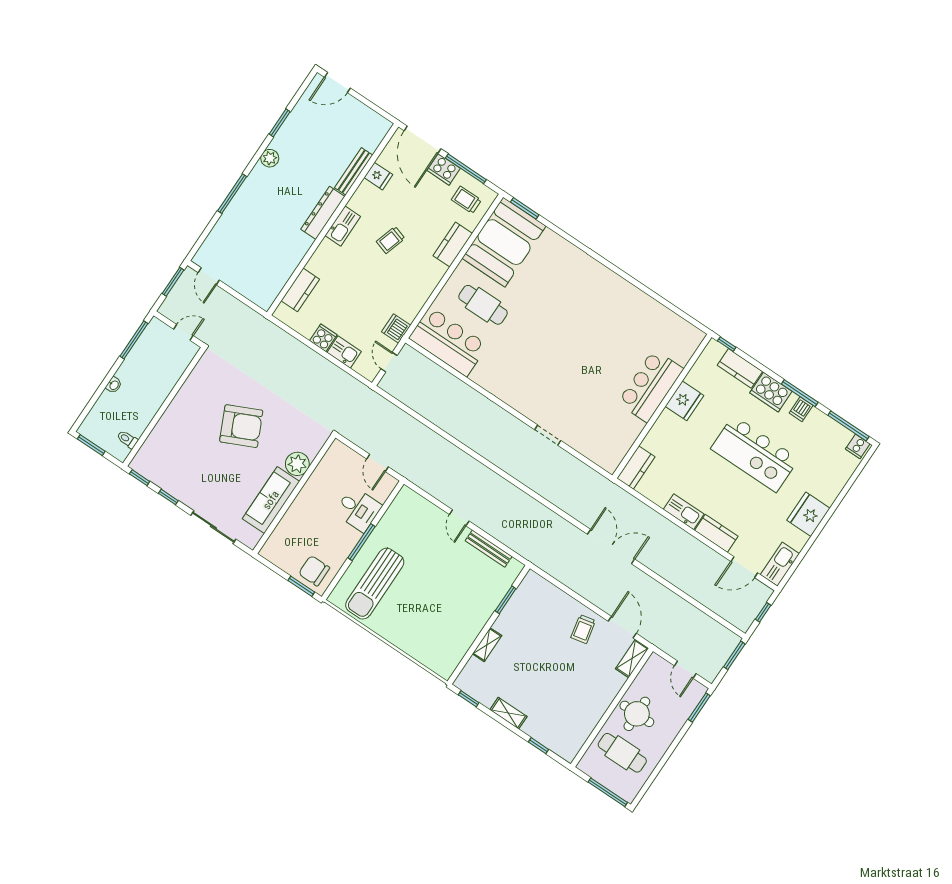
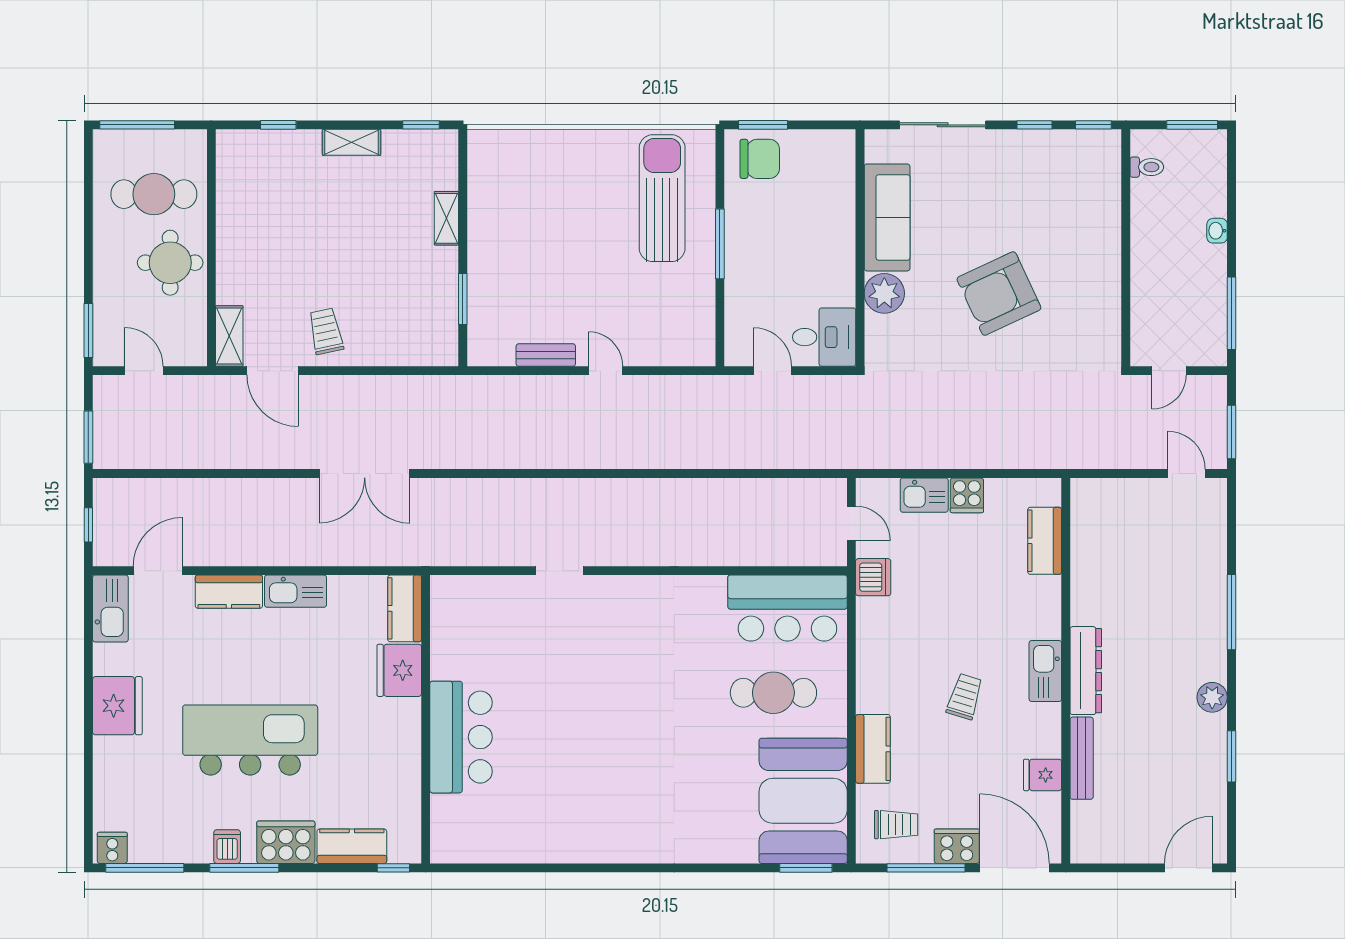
fridge: (684, 401) -> (399, 670), moved
desk: (358, 509) -> (824, 337), moved, turned 180
bench: (489, 549) -> (546, 355), width x0.73

